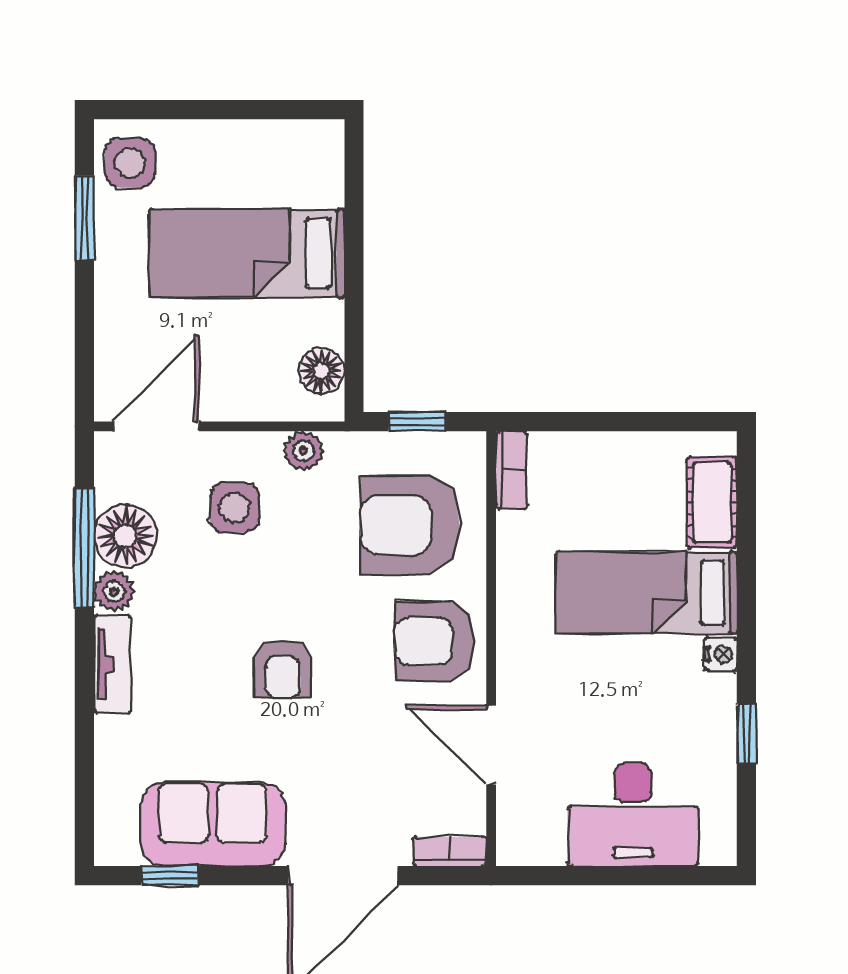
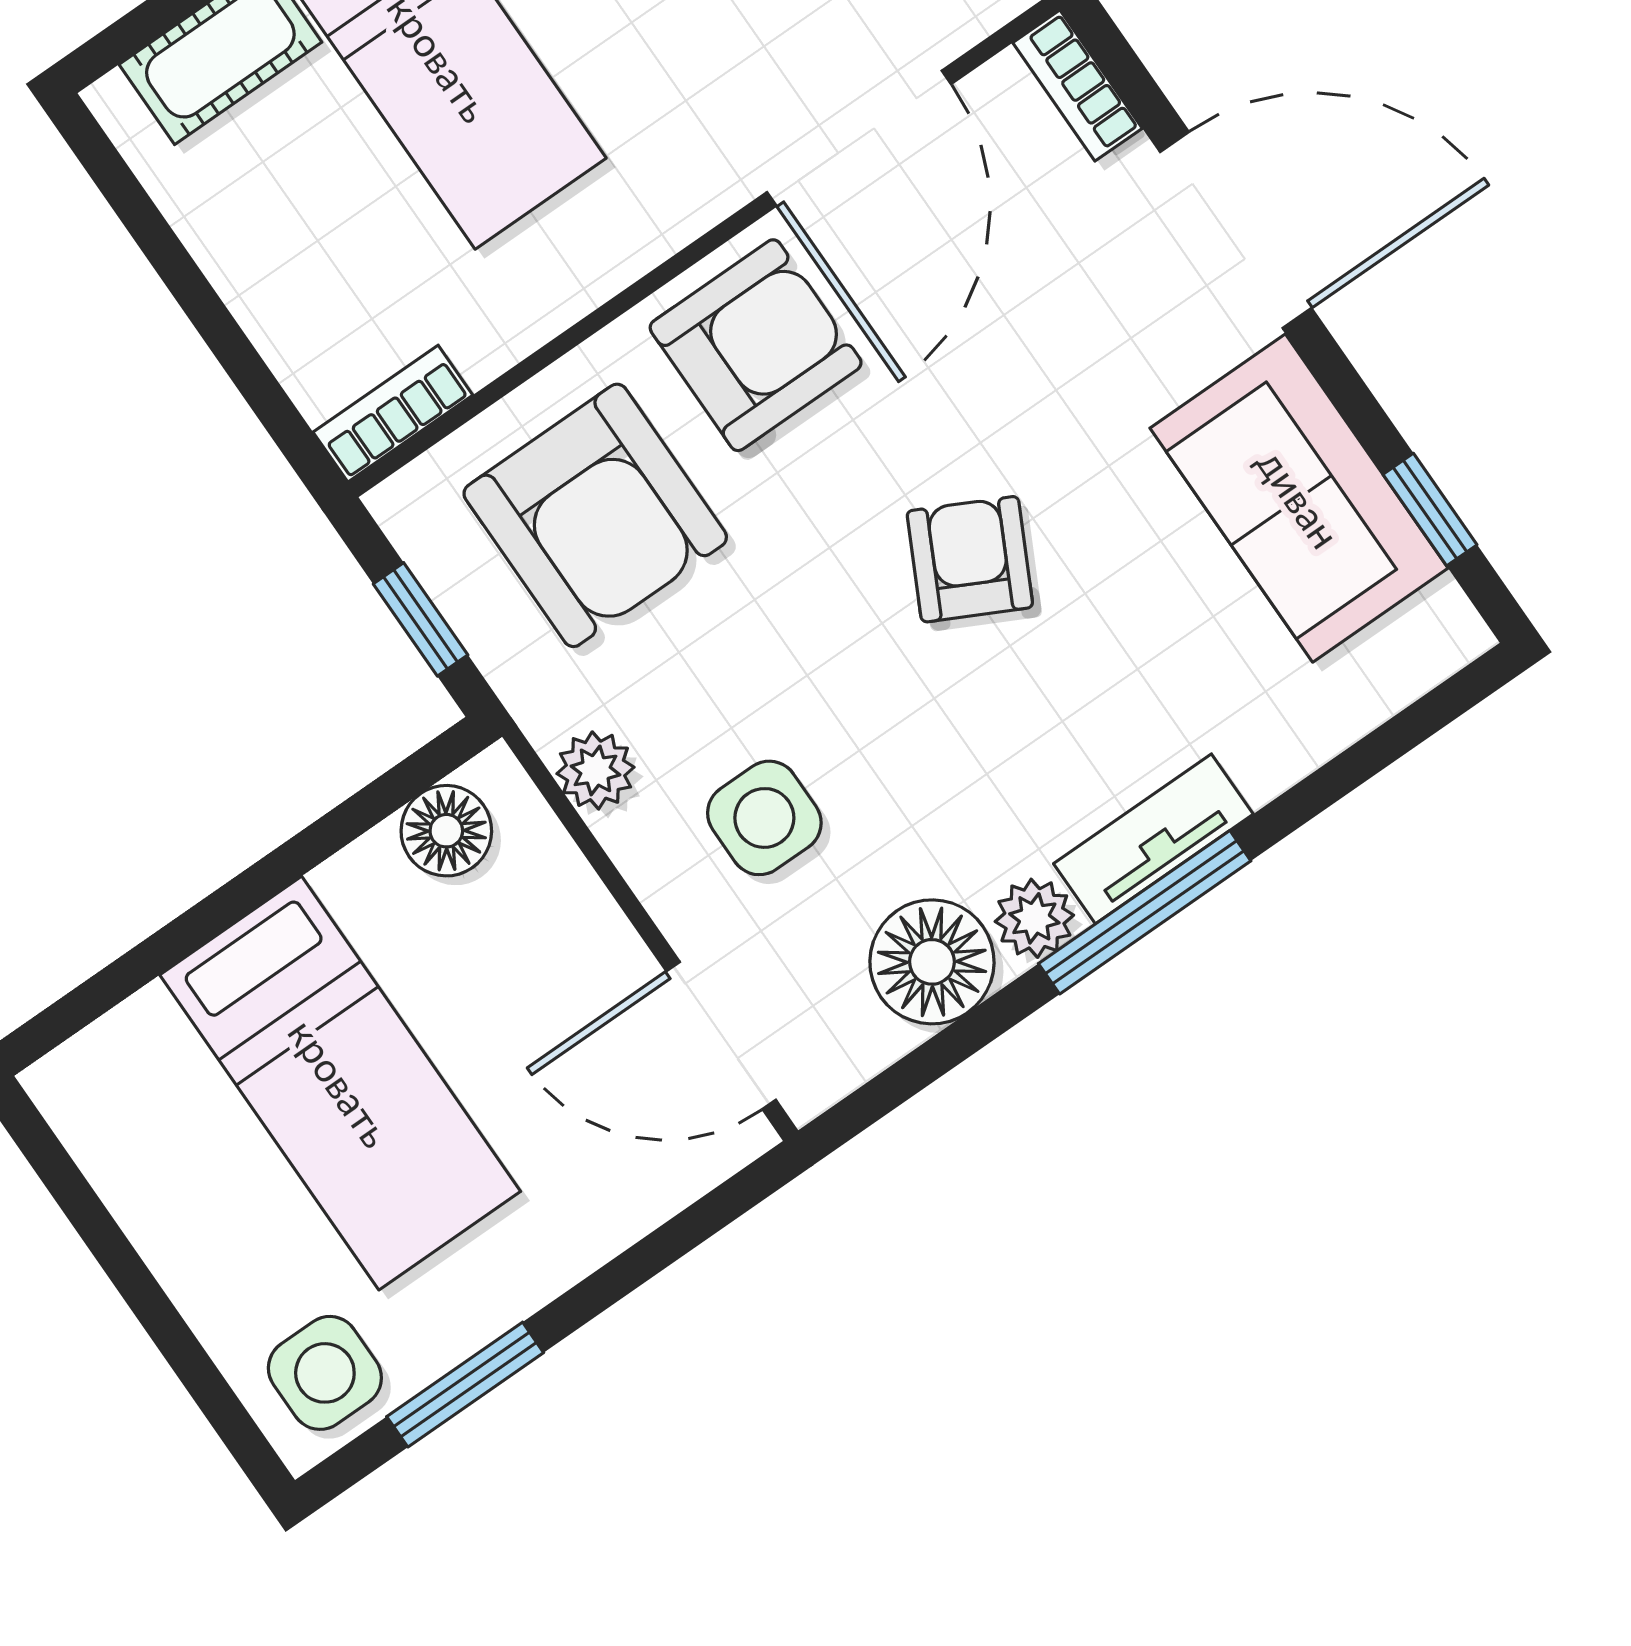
window: (84, 547) -> (1145, 912), moved
armchair: (435, 641) -> (756, 345), turned -90
armchair: (283, 669) -> (970, 559), turned -63
door: (491, 745) -> (859, 138), width x1.36

